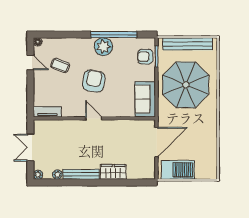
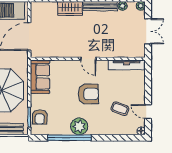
armchair: (145, 57) -> (40, 117), turned 90
armchair: (94, 81) -> (88, 94), turned -99
tv unit: (47, 112) -> (127, 65), width x1.41

